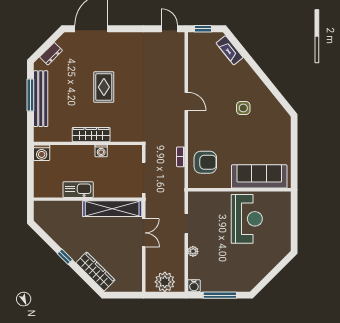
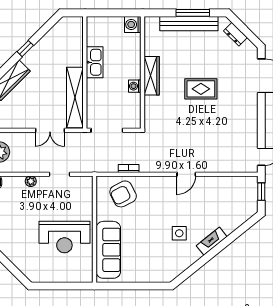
fireplace: (230, 50) -> (212, 241), moved
armchair: (205, 162) -> (123, 194), turned 63

